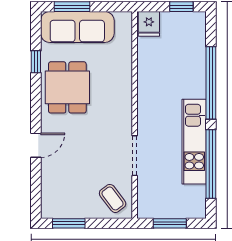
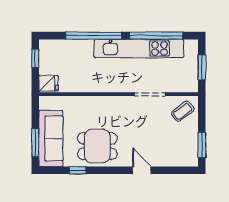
kitchen unit: (194, 142) -> (139, 48), width x1.36

